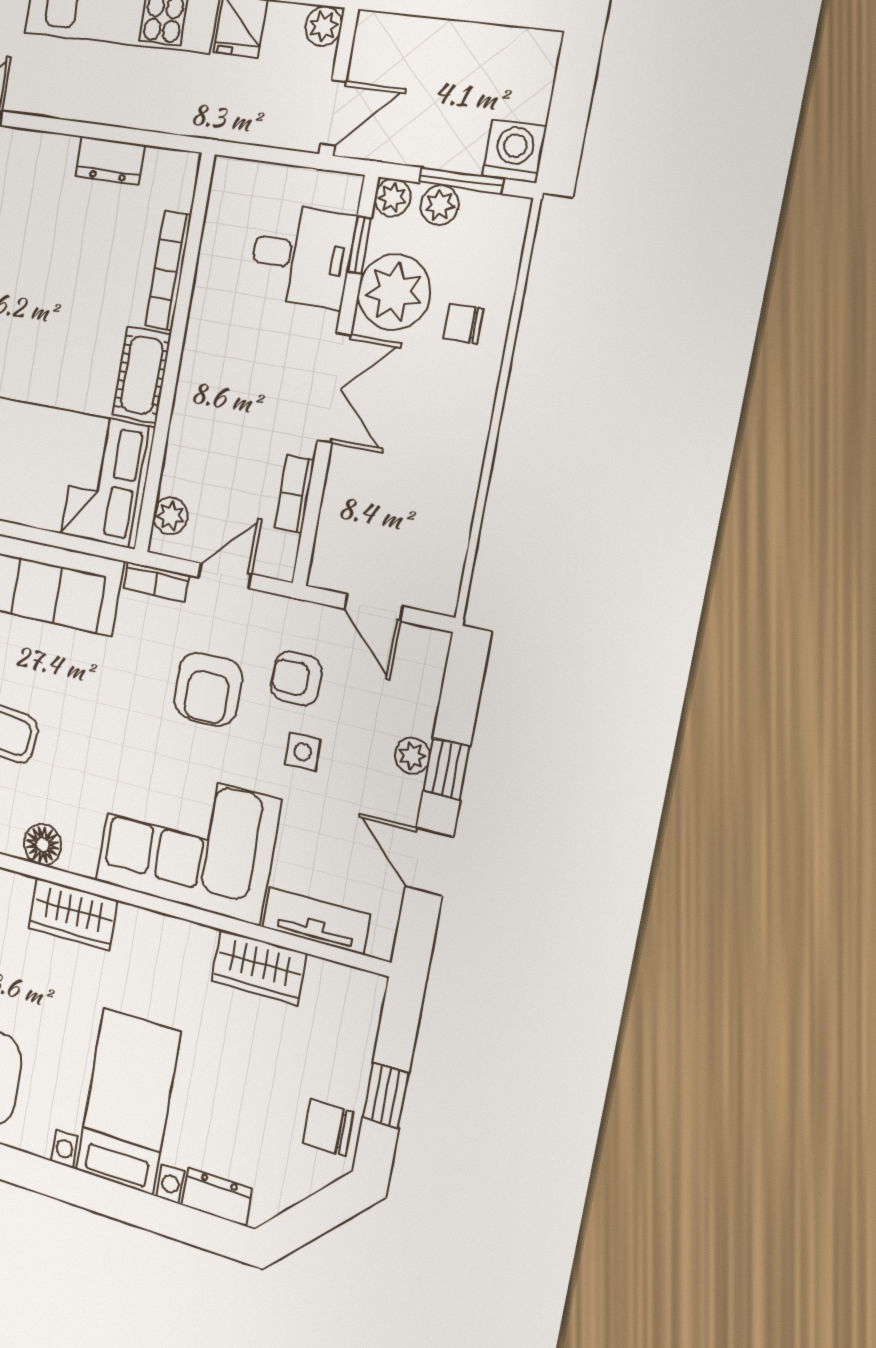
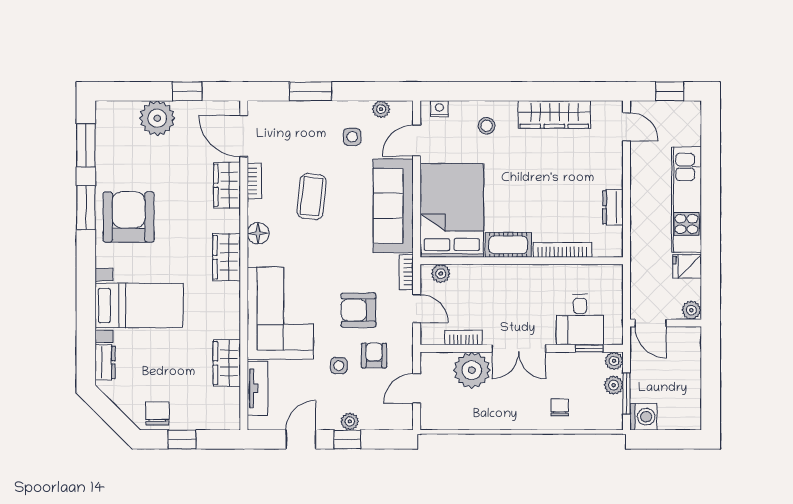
plant: (394, 292) -> (472, 370), moved

